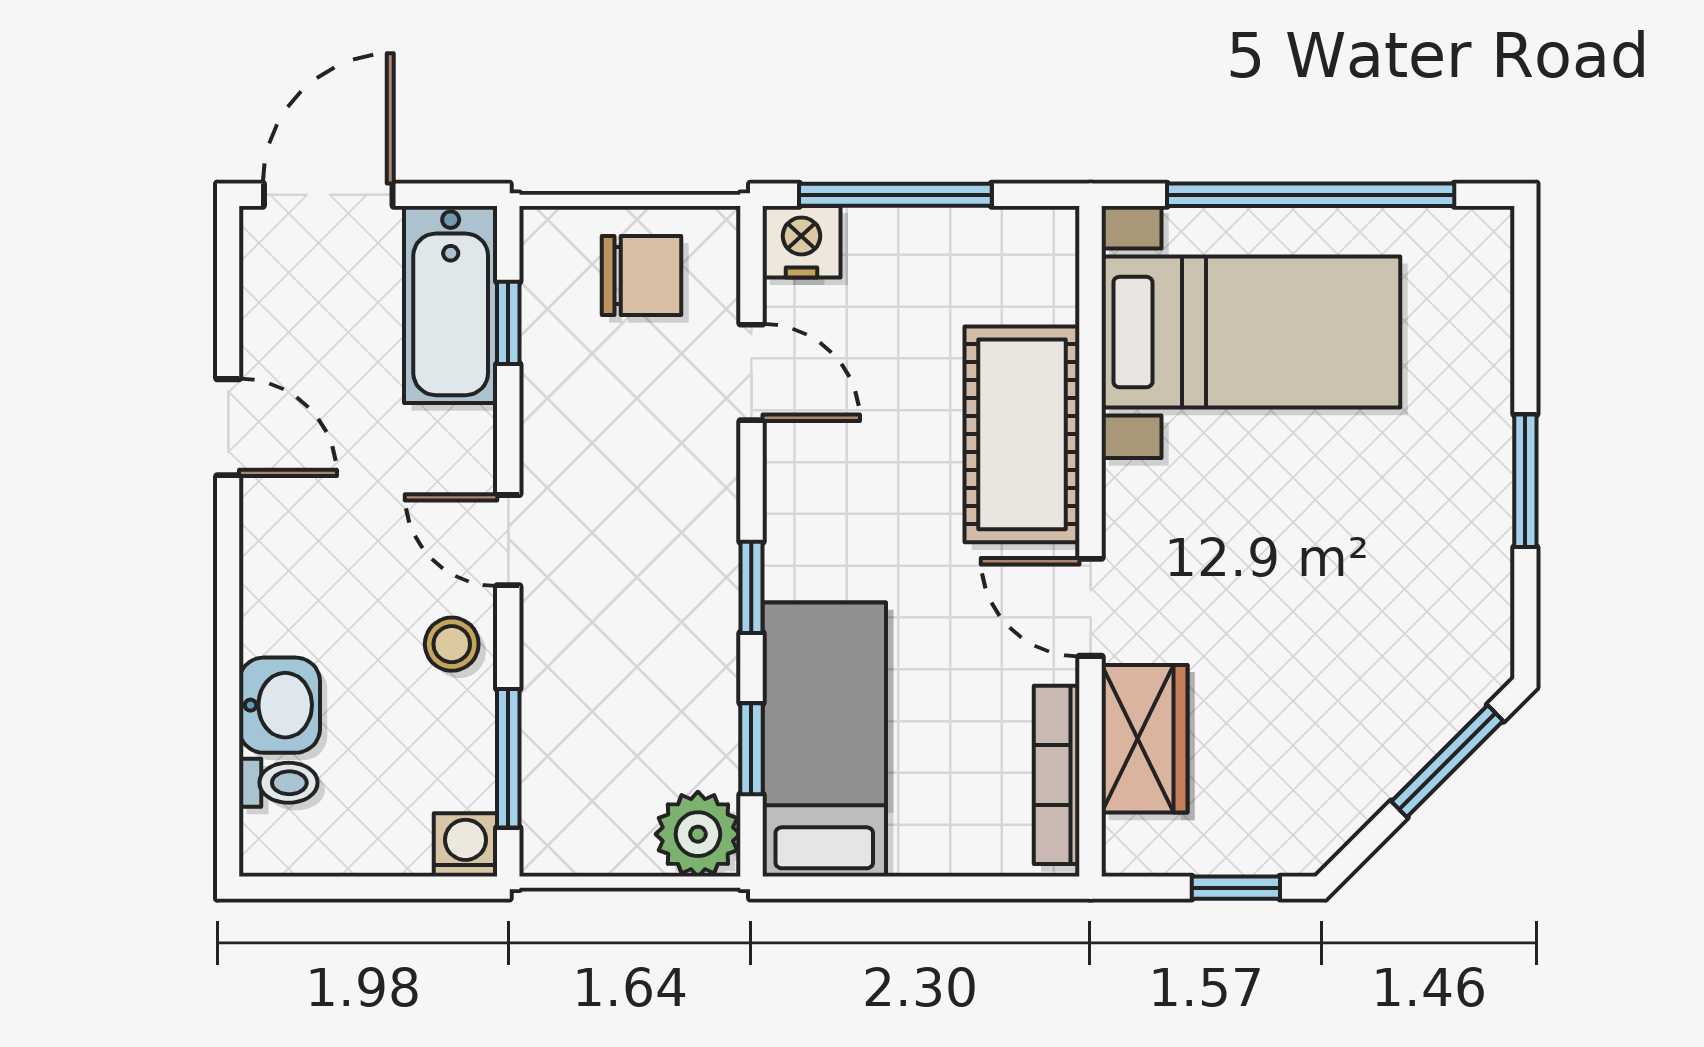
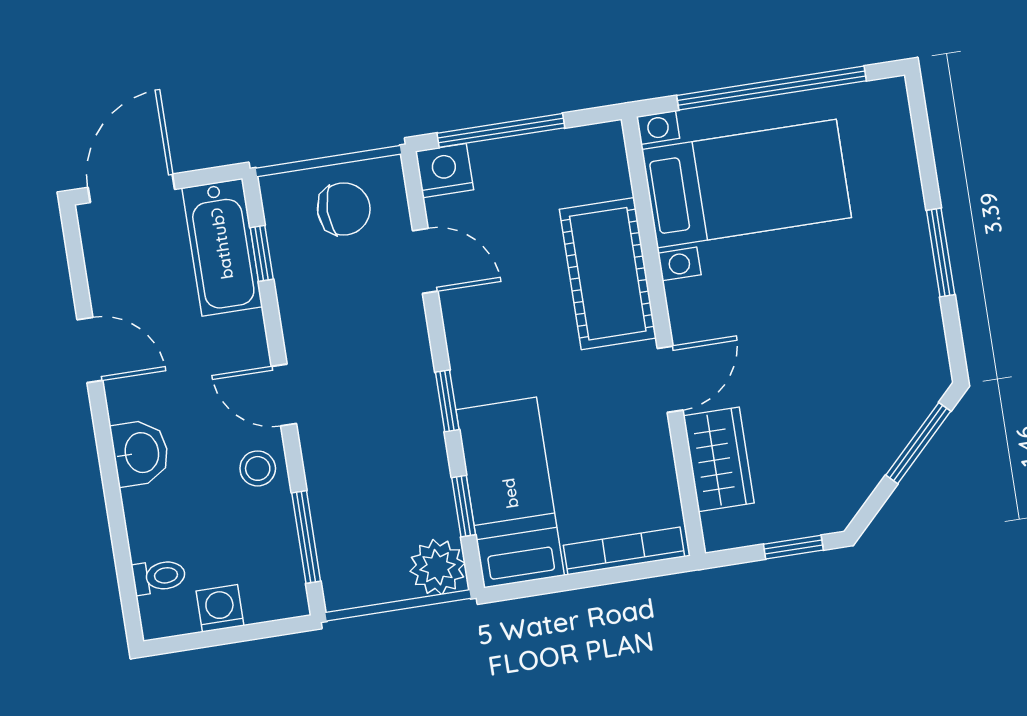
door: (1091, 607) -> (670, 379), swing flipped
washbasin: (280, 705) -> (140, 453), moved
bookcase: (1057, 775) -> (624, 551), moved, turned 90
washing machine: (465, 845) -> (220, 608), moved

